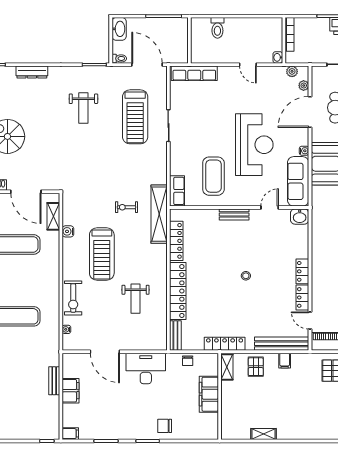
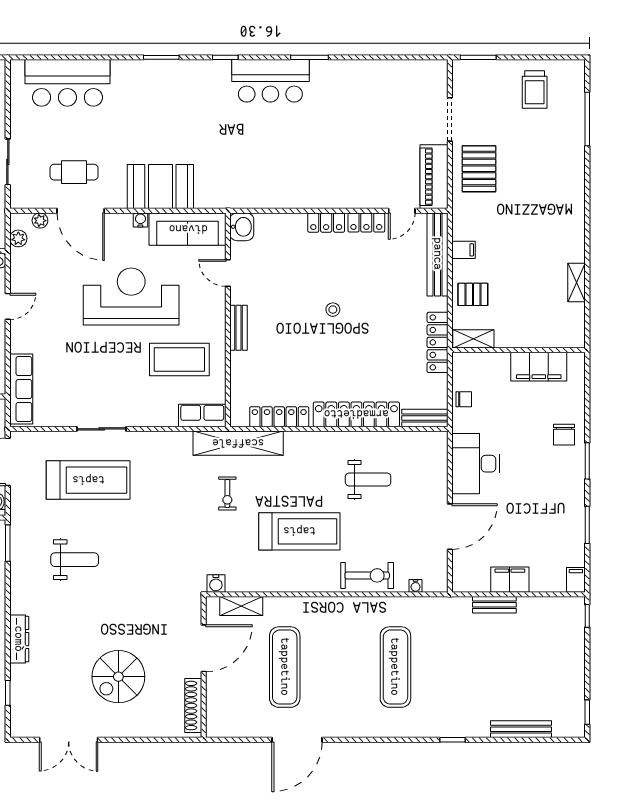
water cooler: (68, 231) -> (216, 584), moved
filing cabinet: (209, 394) -> (539, 367), moved

